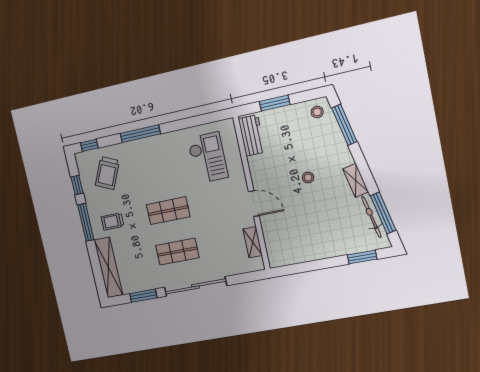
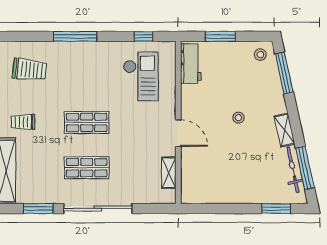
window: (89, 145) -> (144, 36), moved
trolley: (107, 173) -> (30, 70), turned -109

